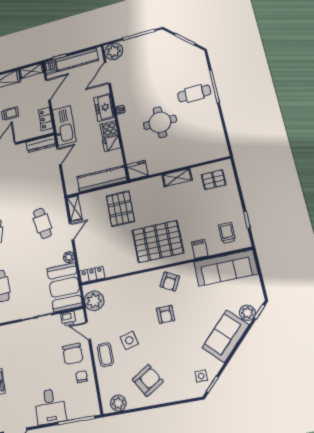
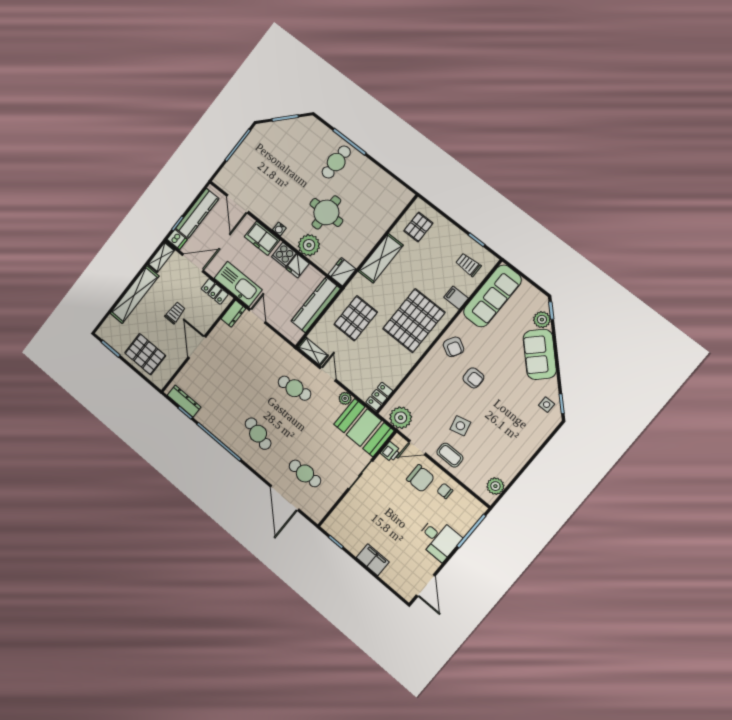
plant: (114, 51) -> (309, 245), moved
door: (48, 90) -> (193, 263), hinge flipped
dresser: (41, 144) -> (233, 314), width x0.70
shelving: (177, 178) -> (381, 258), width x1.50, depth x1.33
pallet: (120, 209) -> (356, 318), turned 90
armchair: (148, 380) -> (505, 446), removed

